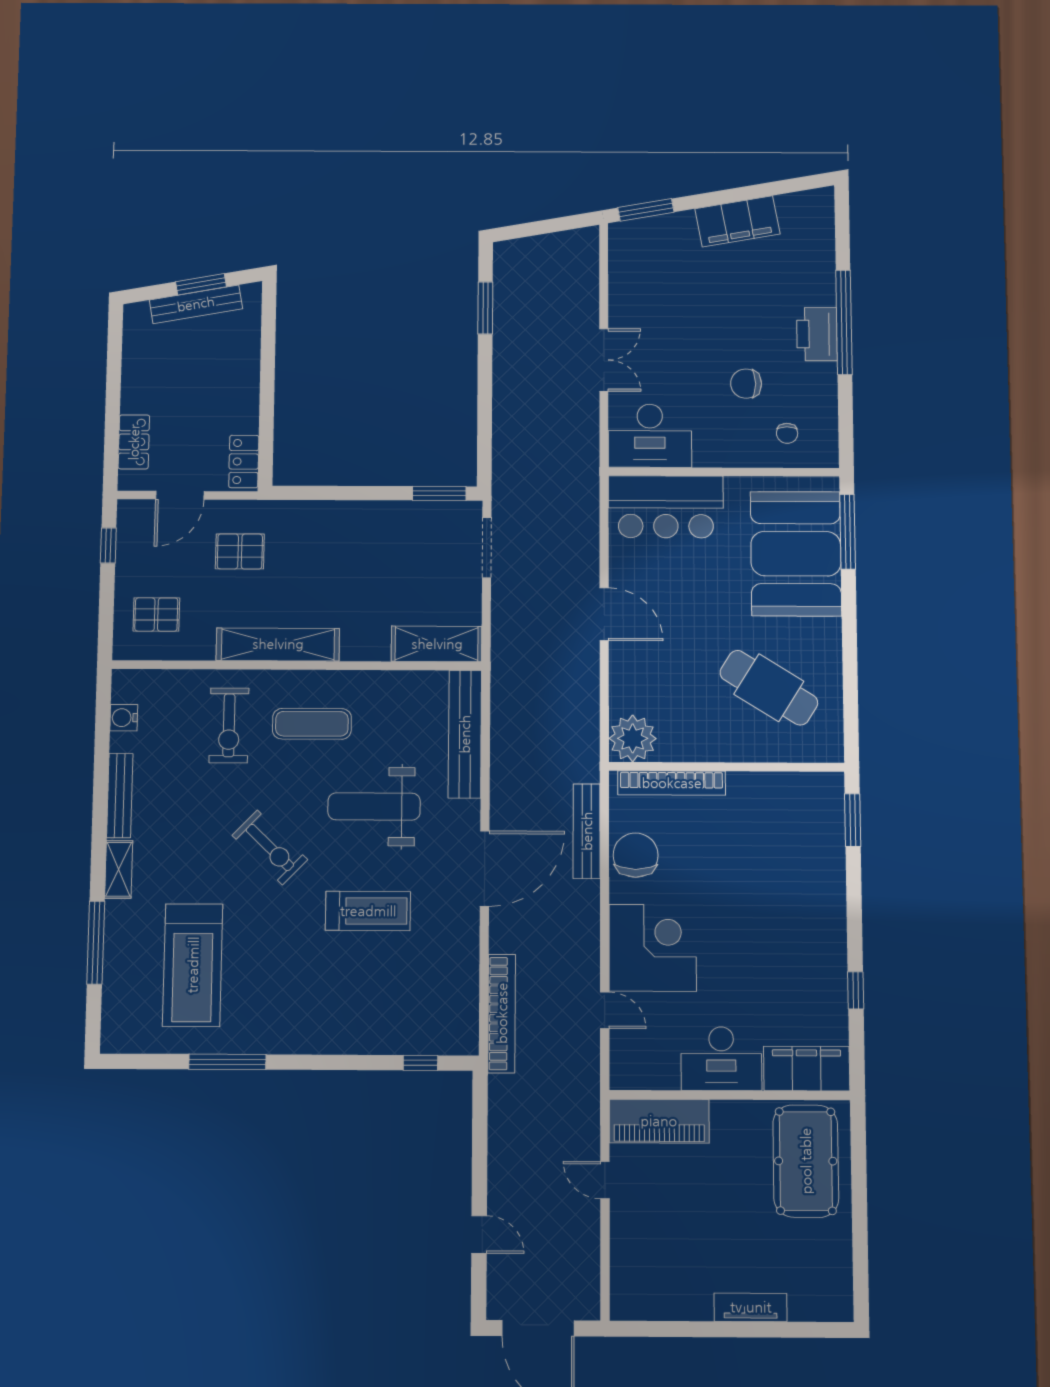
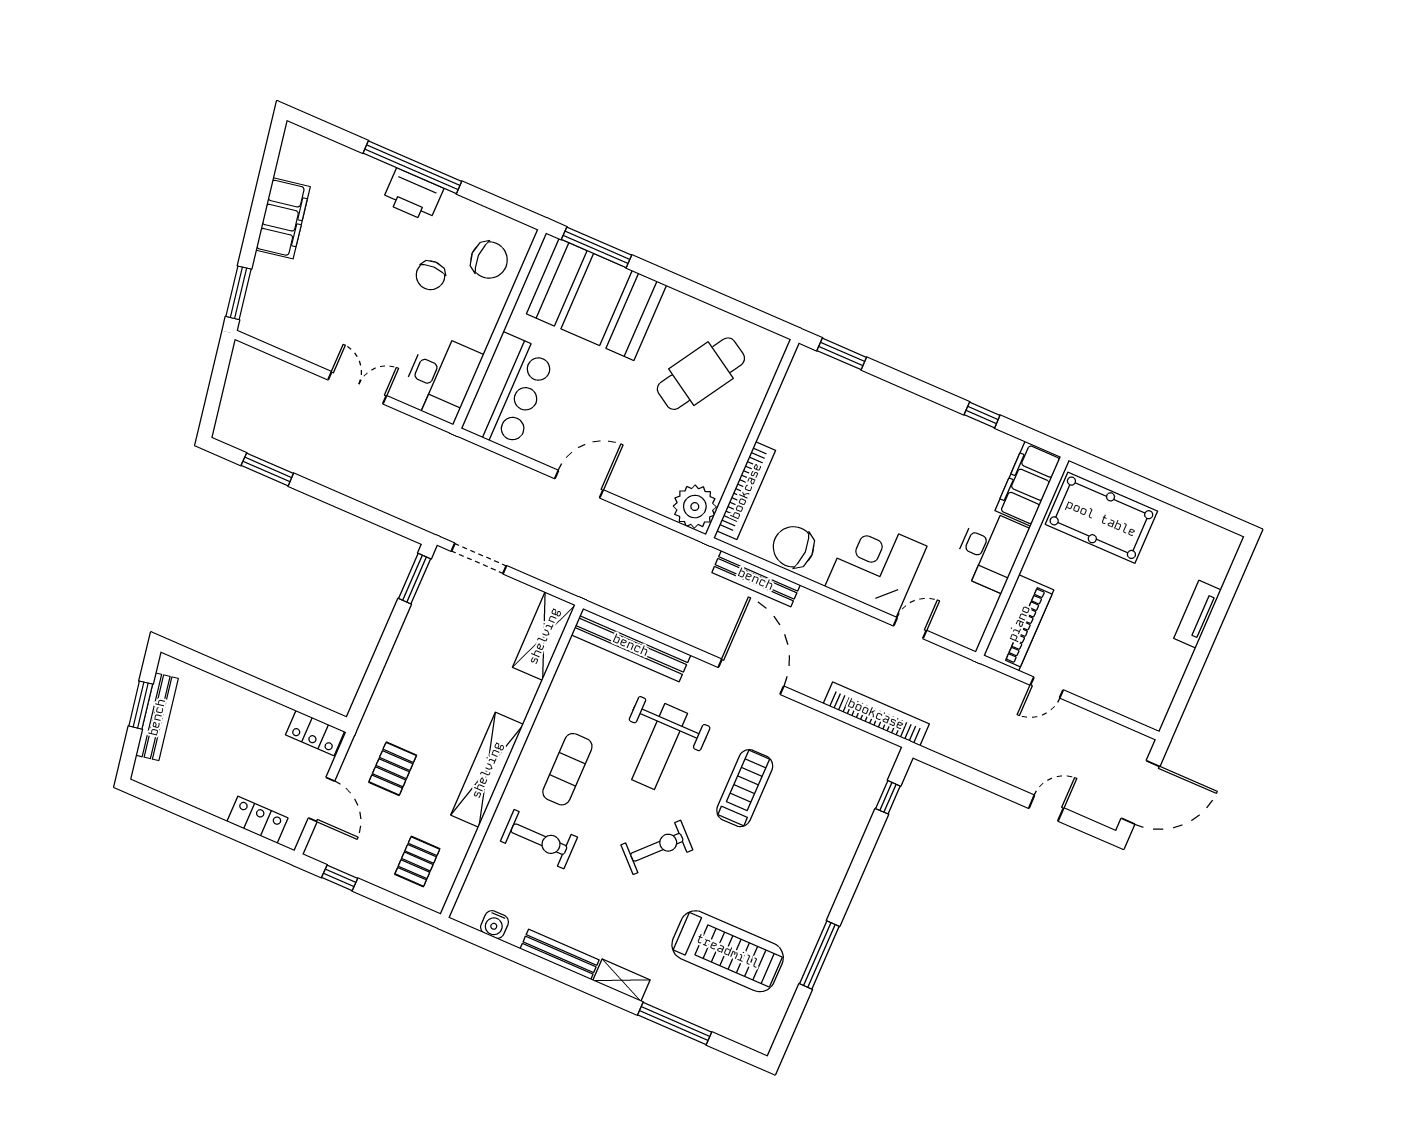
chair: (787, 433) -> (489, 260), width x1.87, depth x1.87

